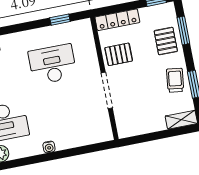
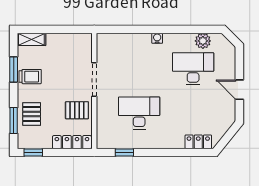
desk: (52, 64) -> (139, 113), turned 180
trolley: (175, 80) -> (30, 77), turned -97

